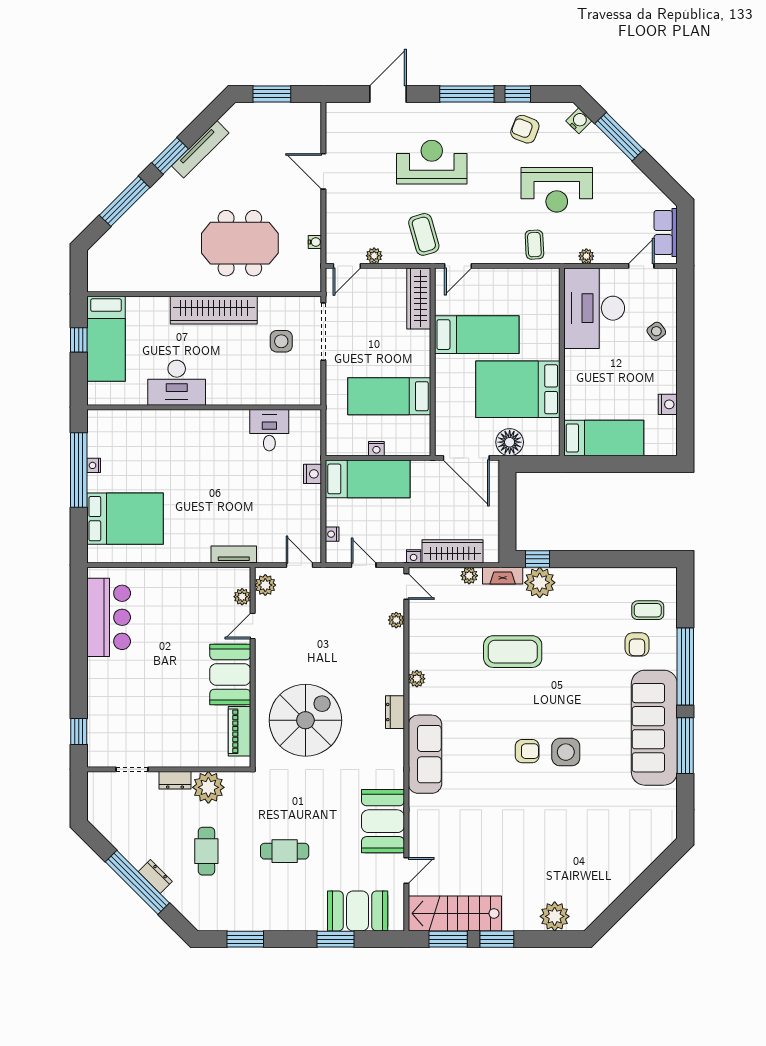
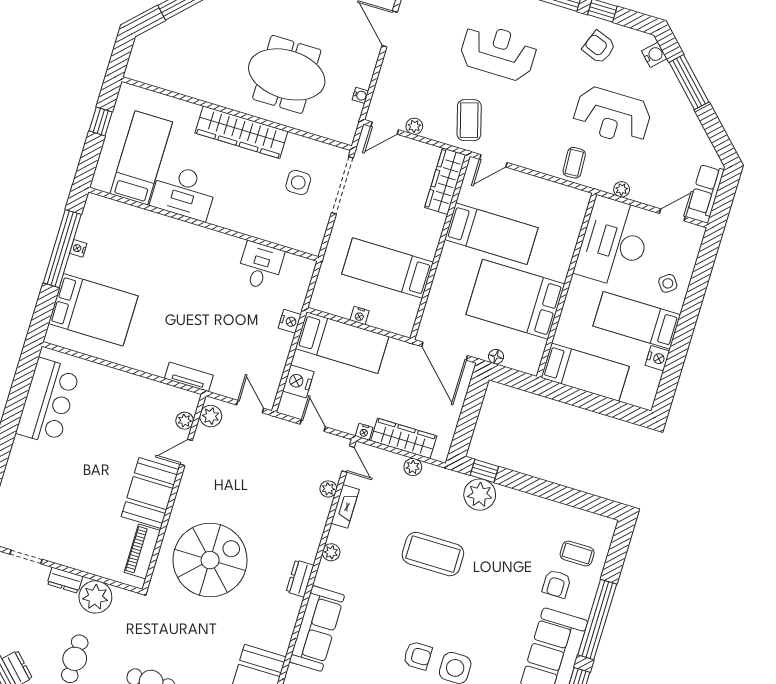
bed: (106, 339) -> (141, 158), moved, turned 180
bed: (638, 375) -> (637, 320), added
floor lamp: (510, 442) -> (496, 357), width x0.53, depth x0.53
nightstand: (332, 534) -> (298, 381), width x1.89, depth x1.79
fireplace: (503, 576) -> (345, 506), moved, turned -90

